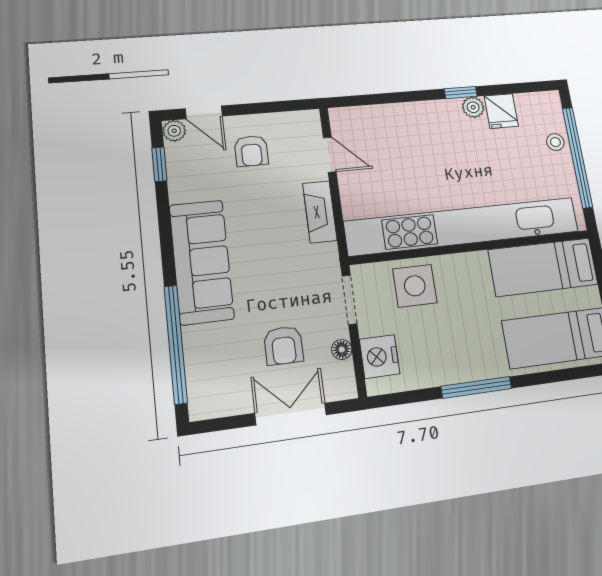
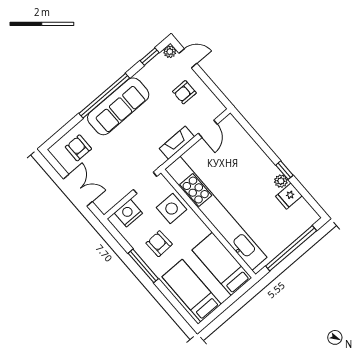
door: (204, 112) -> (188, 58), swing flipped
stool: (555, 142) -> (291, 233), removed
armchair: (457, 340) -> (159, 244), added
window: (176, 344) -> (104, 96), moved
armchair: (284, 345) -> (78, 148), moved, turned 90
floor lamp: (342, 350) -> (120, 194), removed

